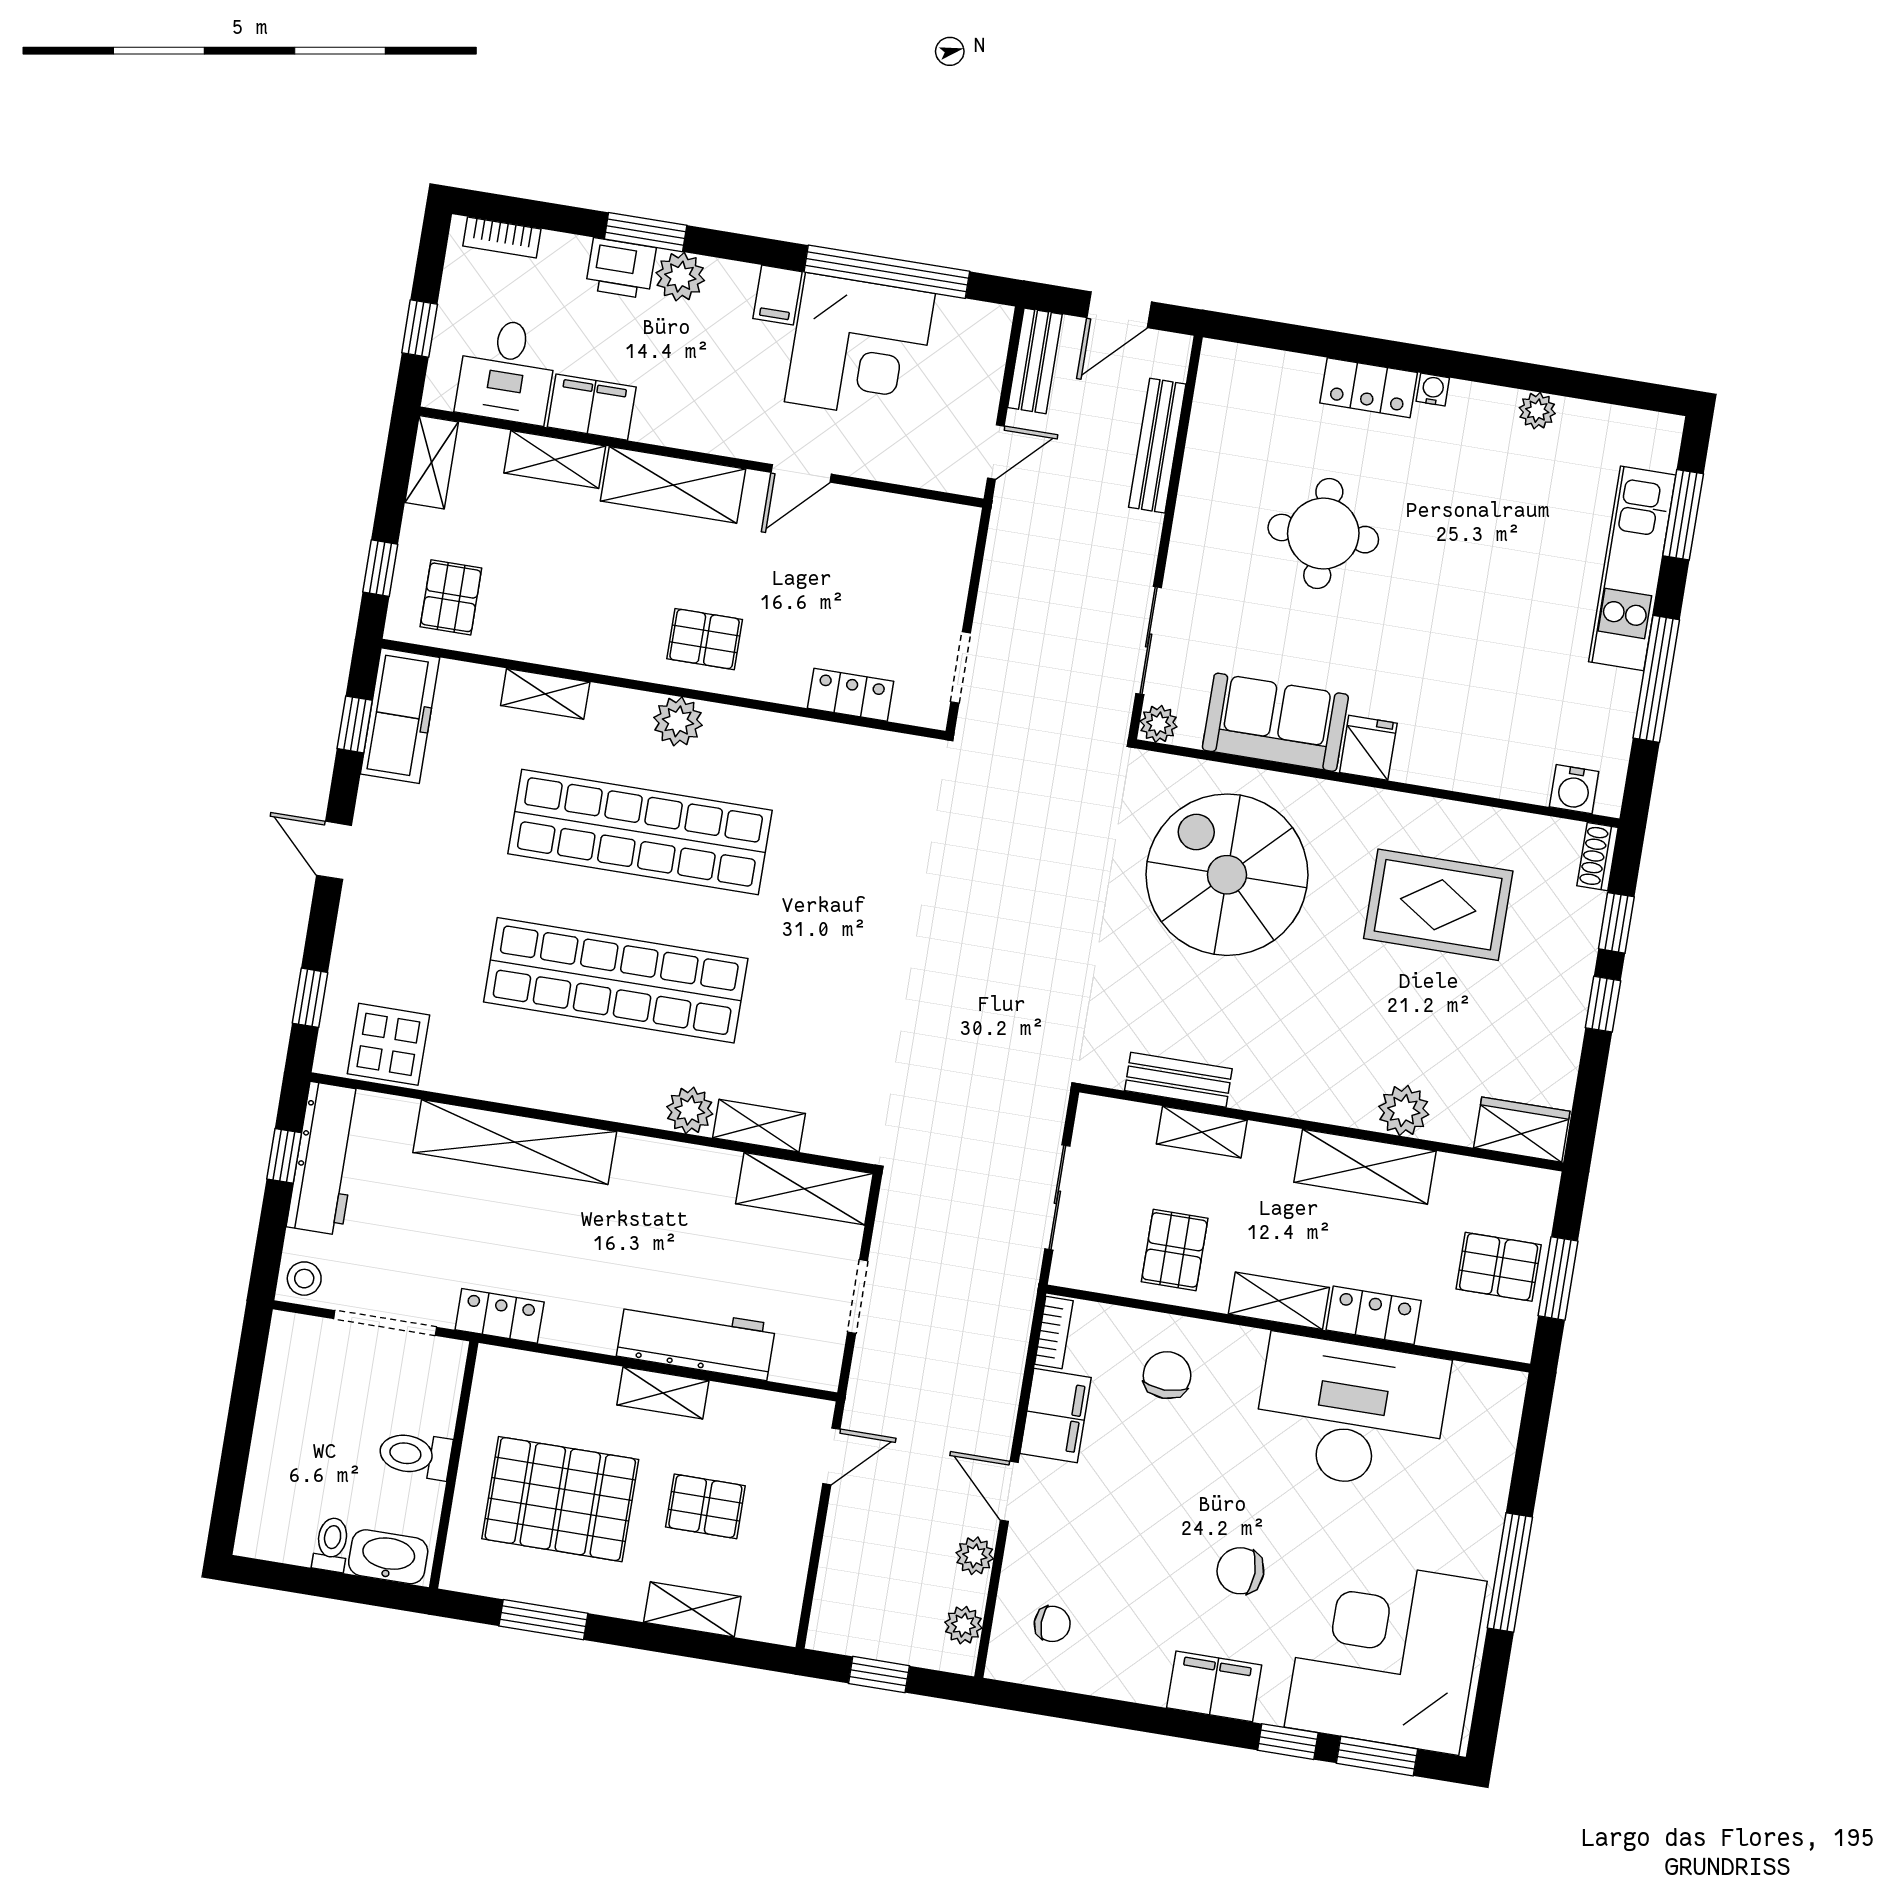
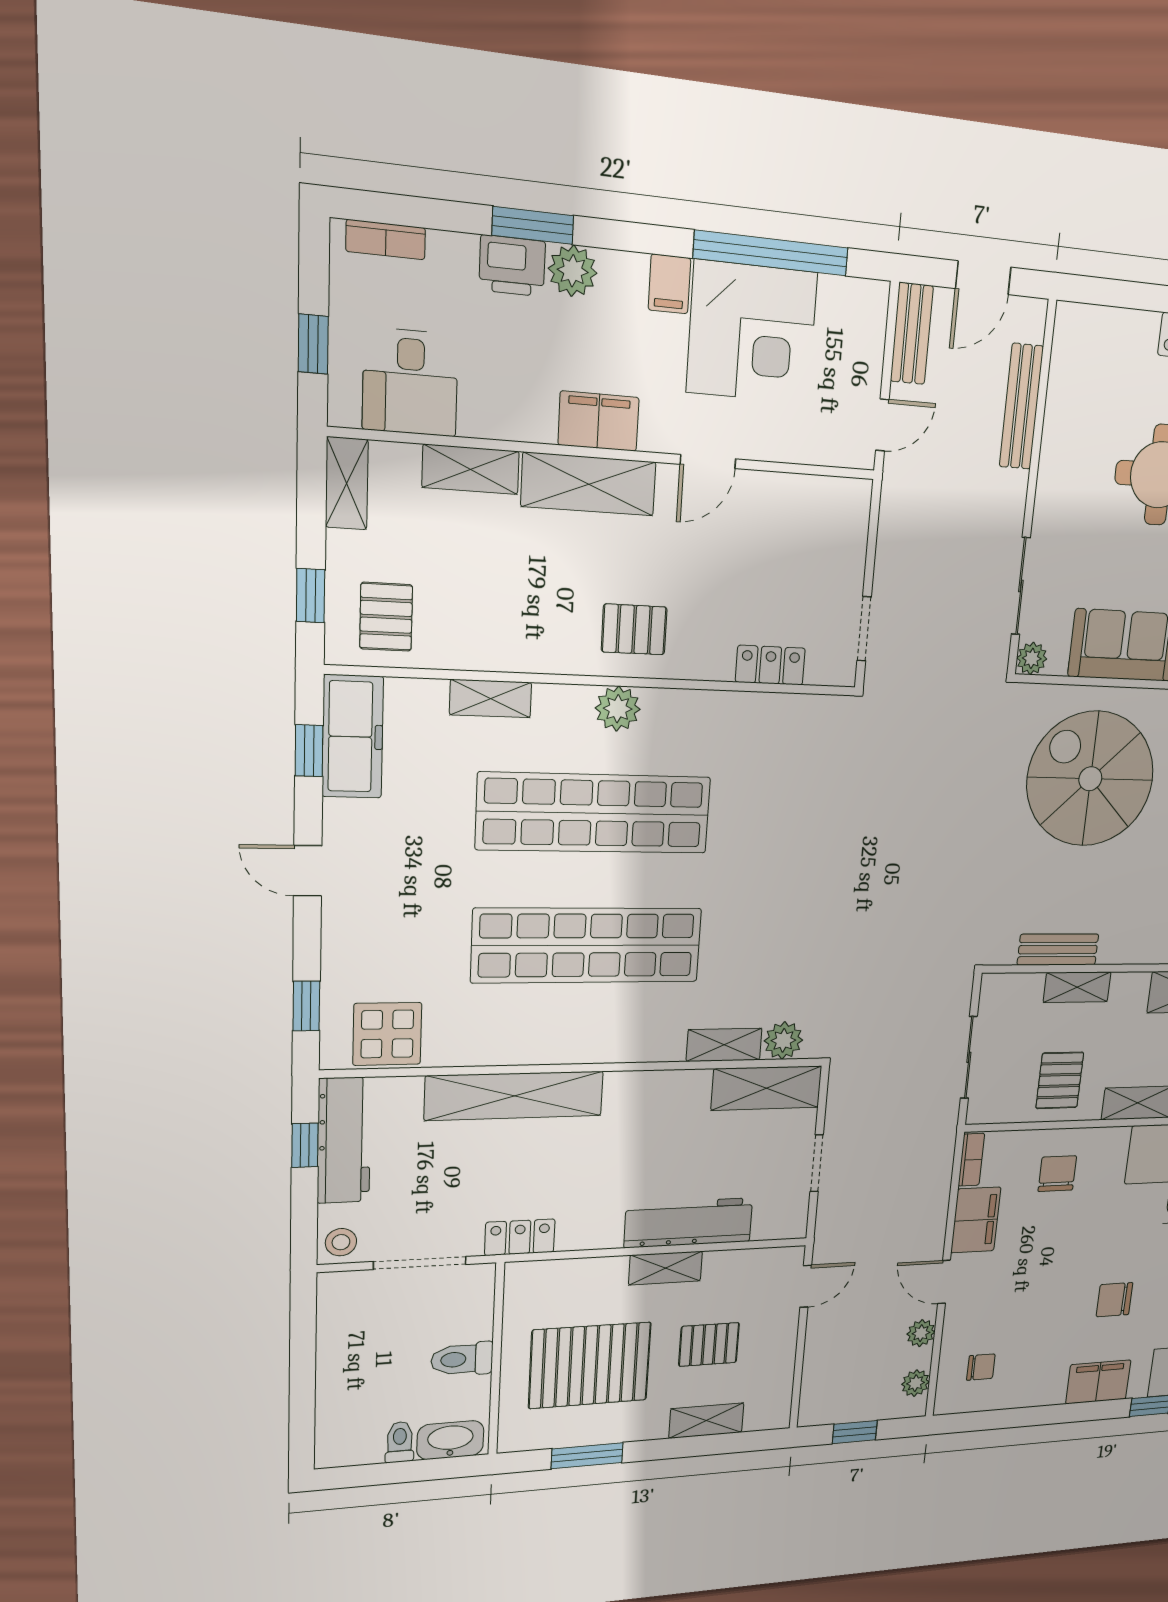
filing cabinet: (592, 407) -> (599, 421), moved
plant: (690, 1110) -> (783, 1040), moved

